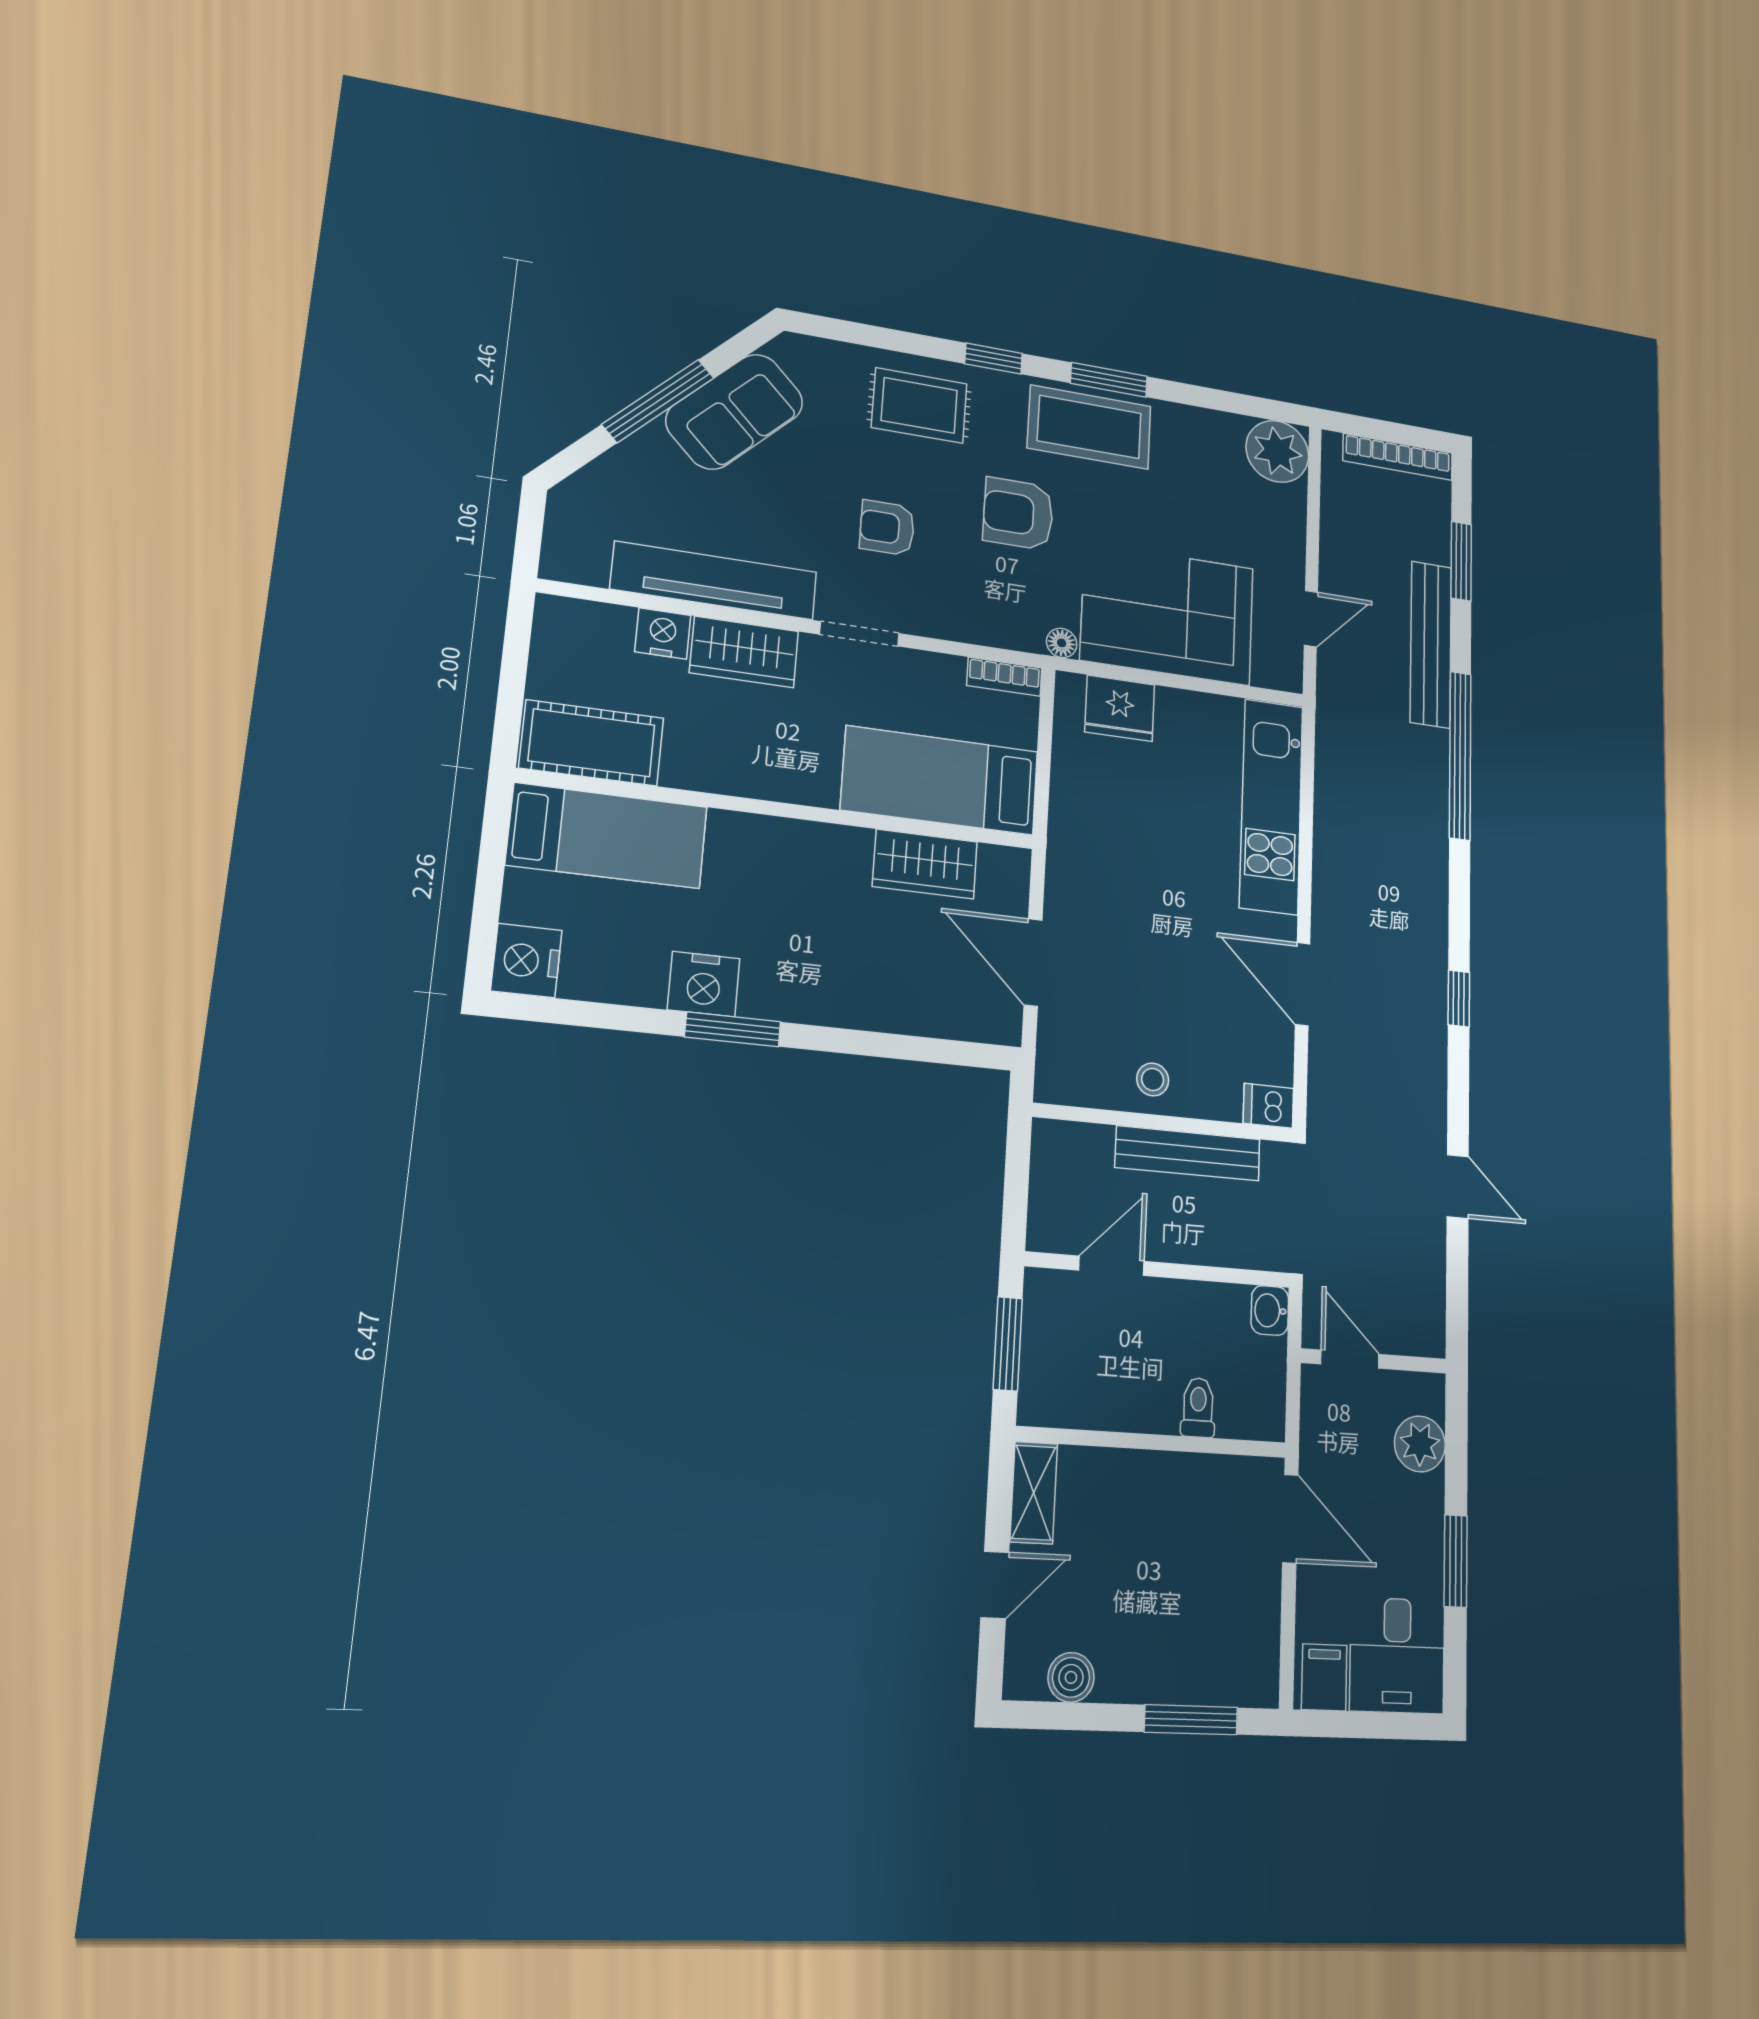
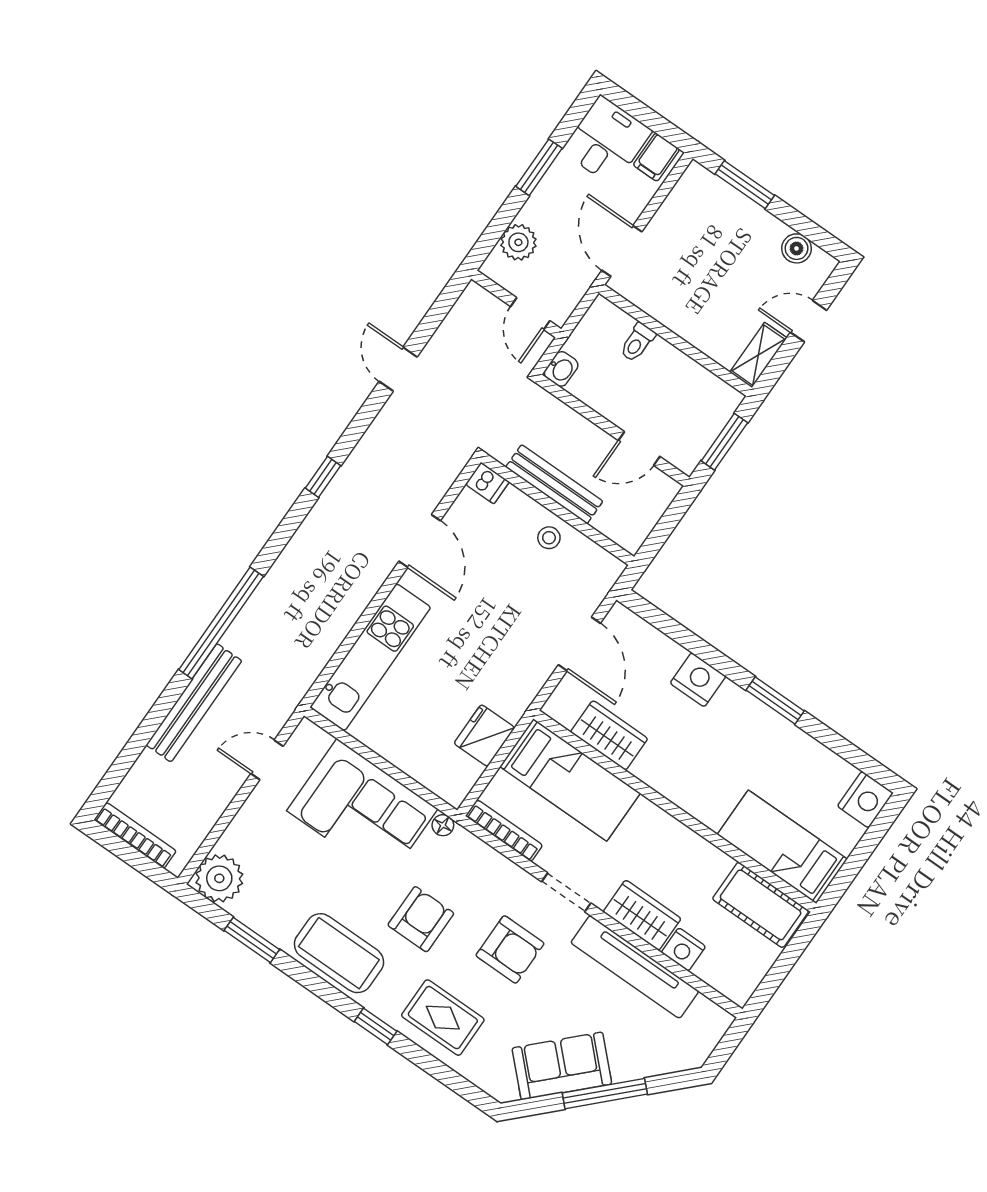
window: (1109, 380) -> (252, 940), moved
armchair: (1018, 514) -> (421, 919), turned -90
armchair: (887, 528) -> (510, 949), width x1.38, depth x1.38
window: (1461, 561) -> (135, 746), removed
bookcase: (1004, 677) -> (504, 831), width x1.56
fridge: (1120, 708) -> (484, 736), moved, turned -90
nightstand: (704, 984) -> (698, 680), moved

